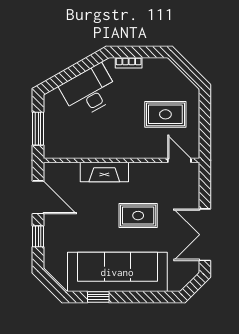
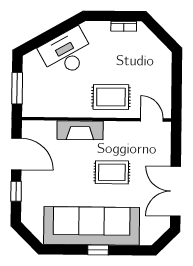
bookcase: (129, 63) -> (124, 26), moved
rug: (165, 114) -> (111, 97), moved
window: (98, 297) -> (98, 250), moved

